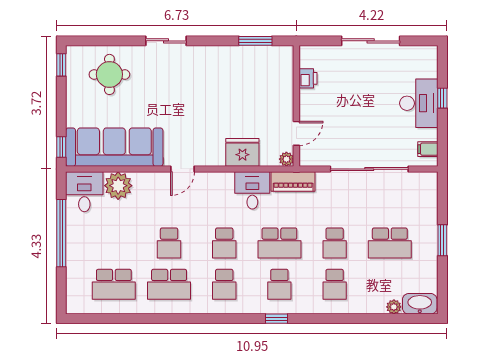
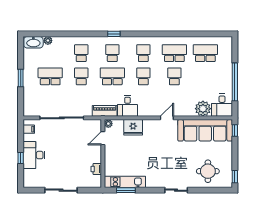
kitchen unit: (257, 56) -> (125, 182), added

